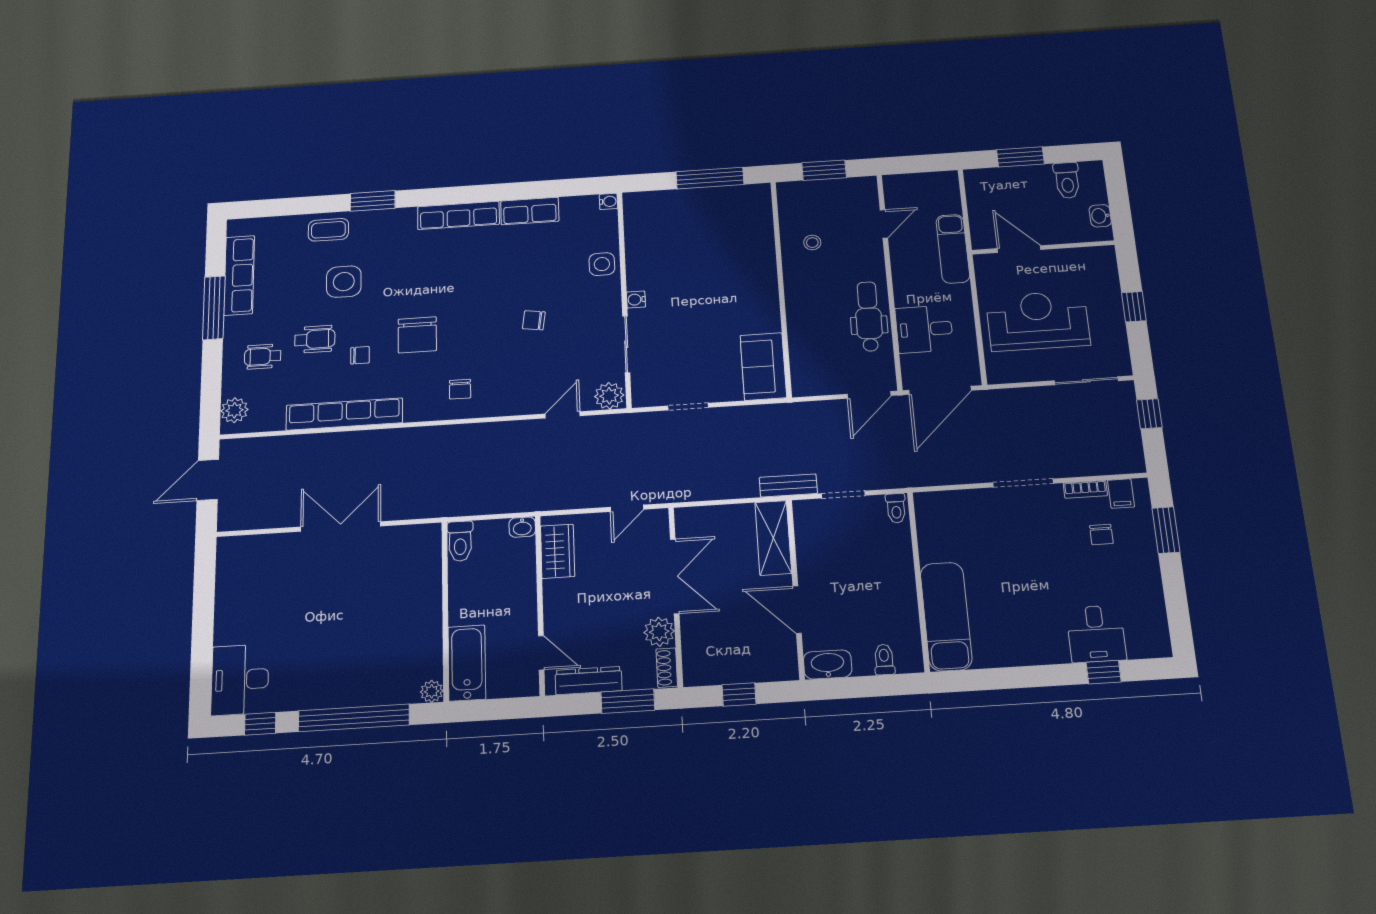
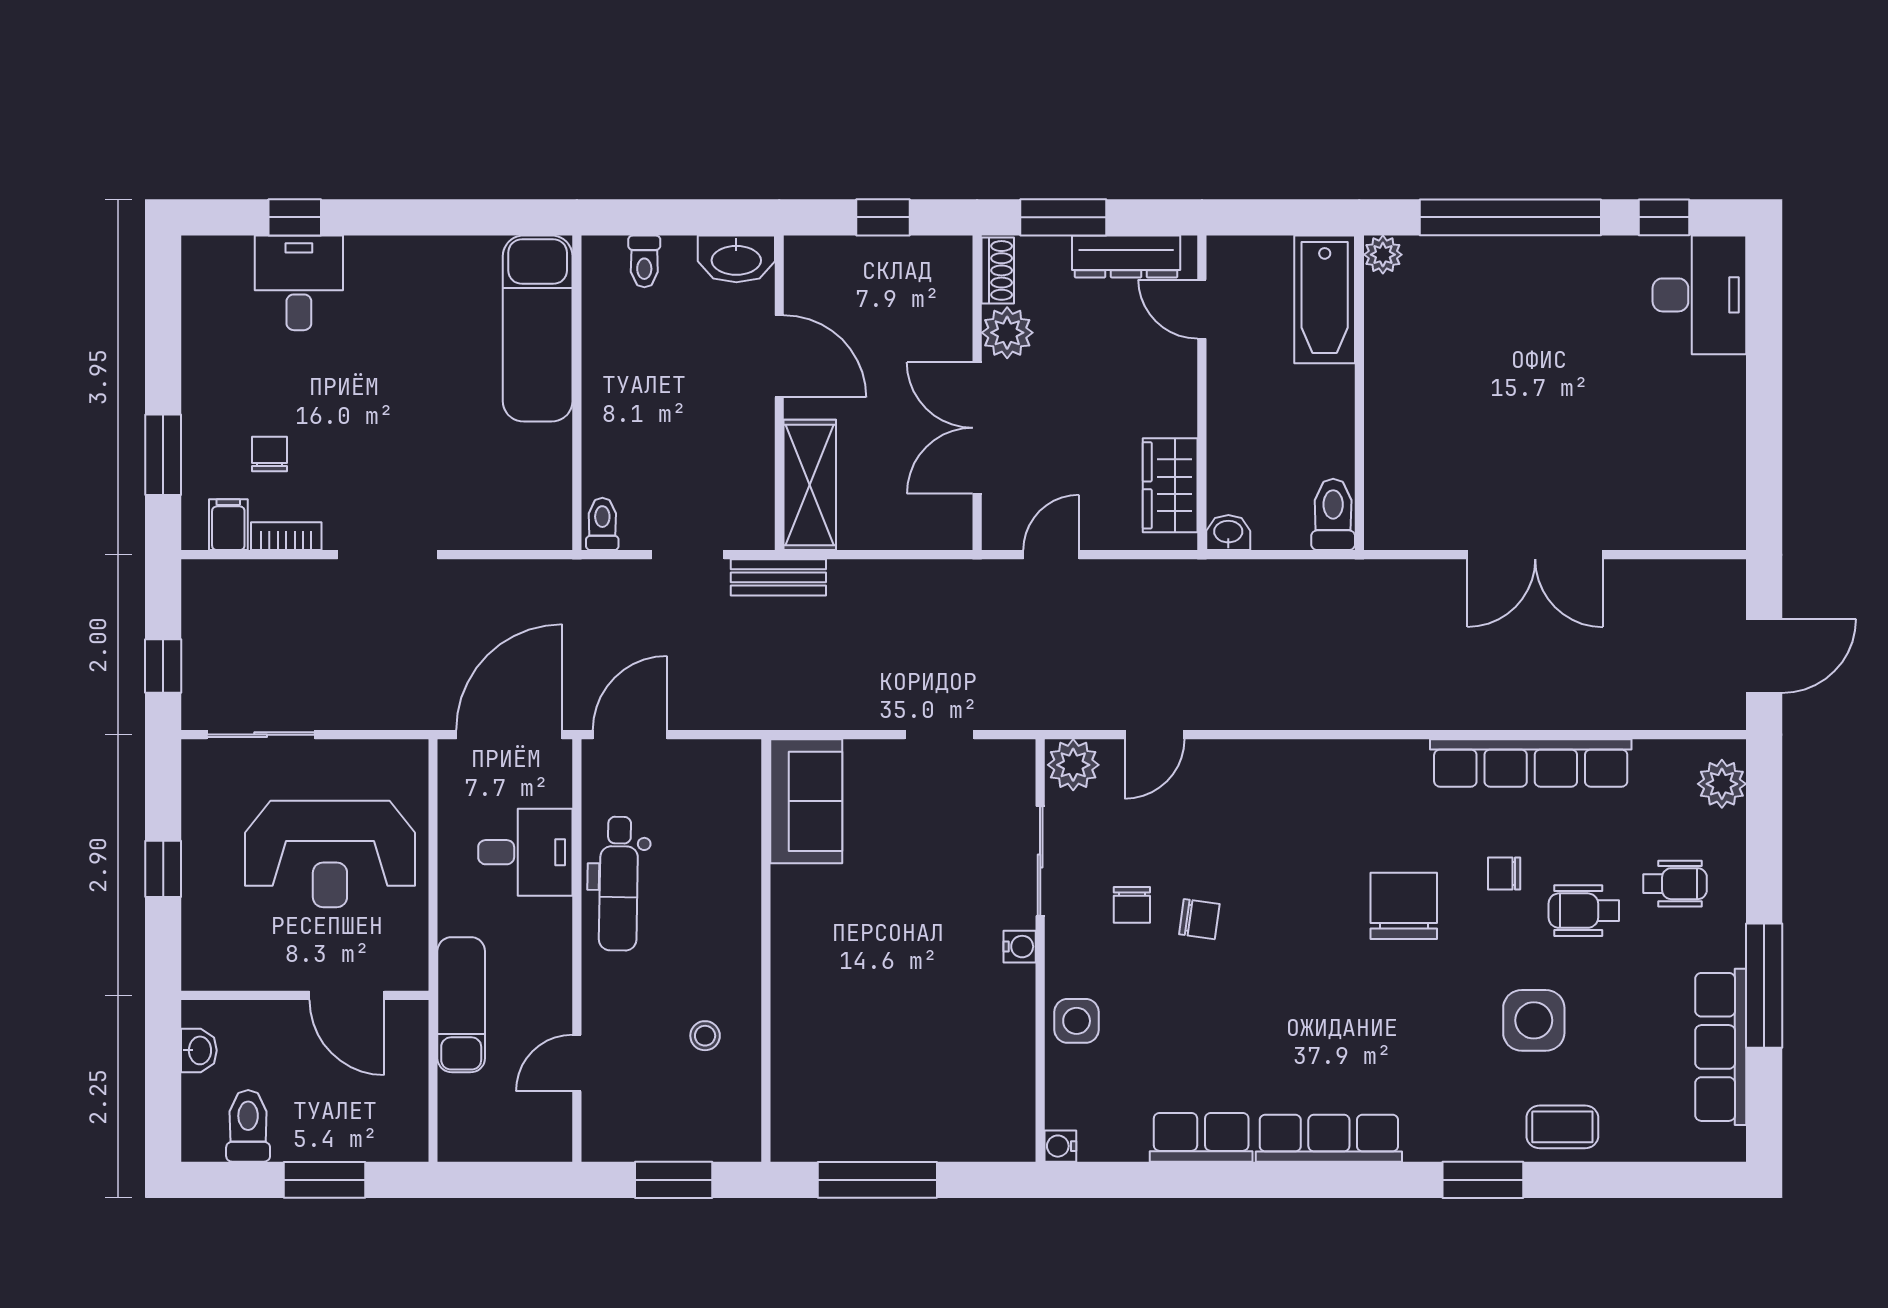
chair: (460, 389) -> (1132, 905), moved, turned 180

